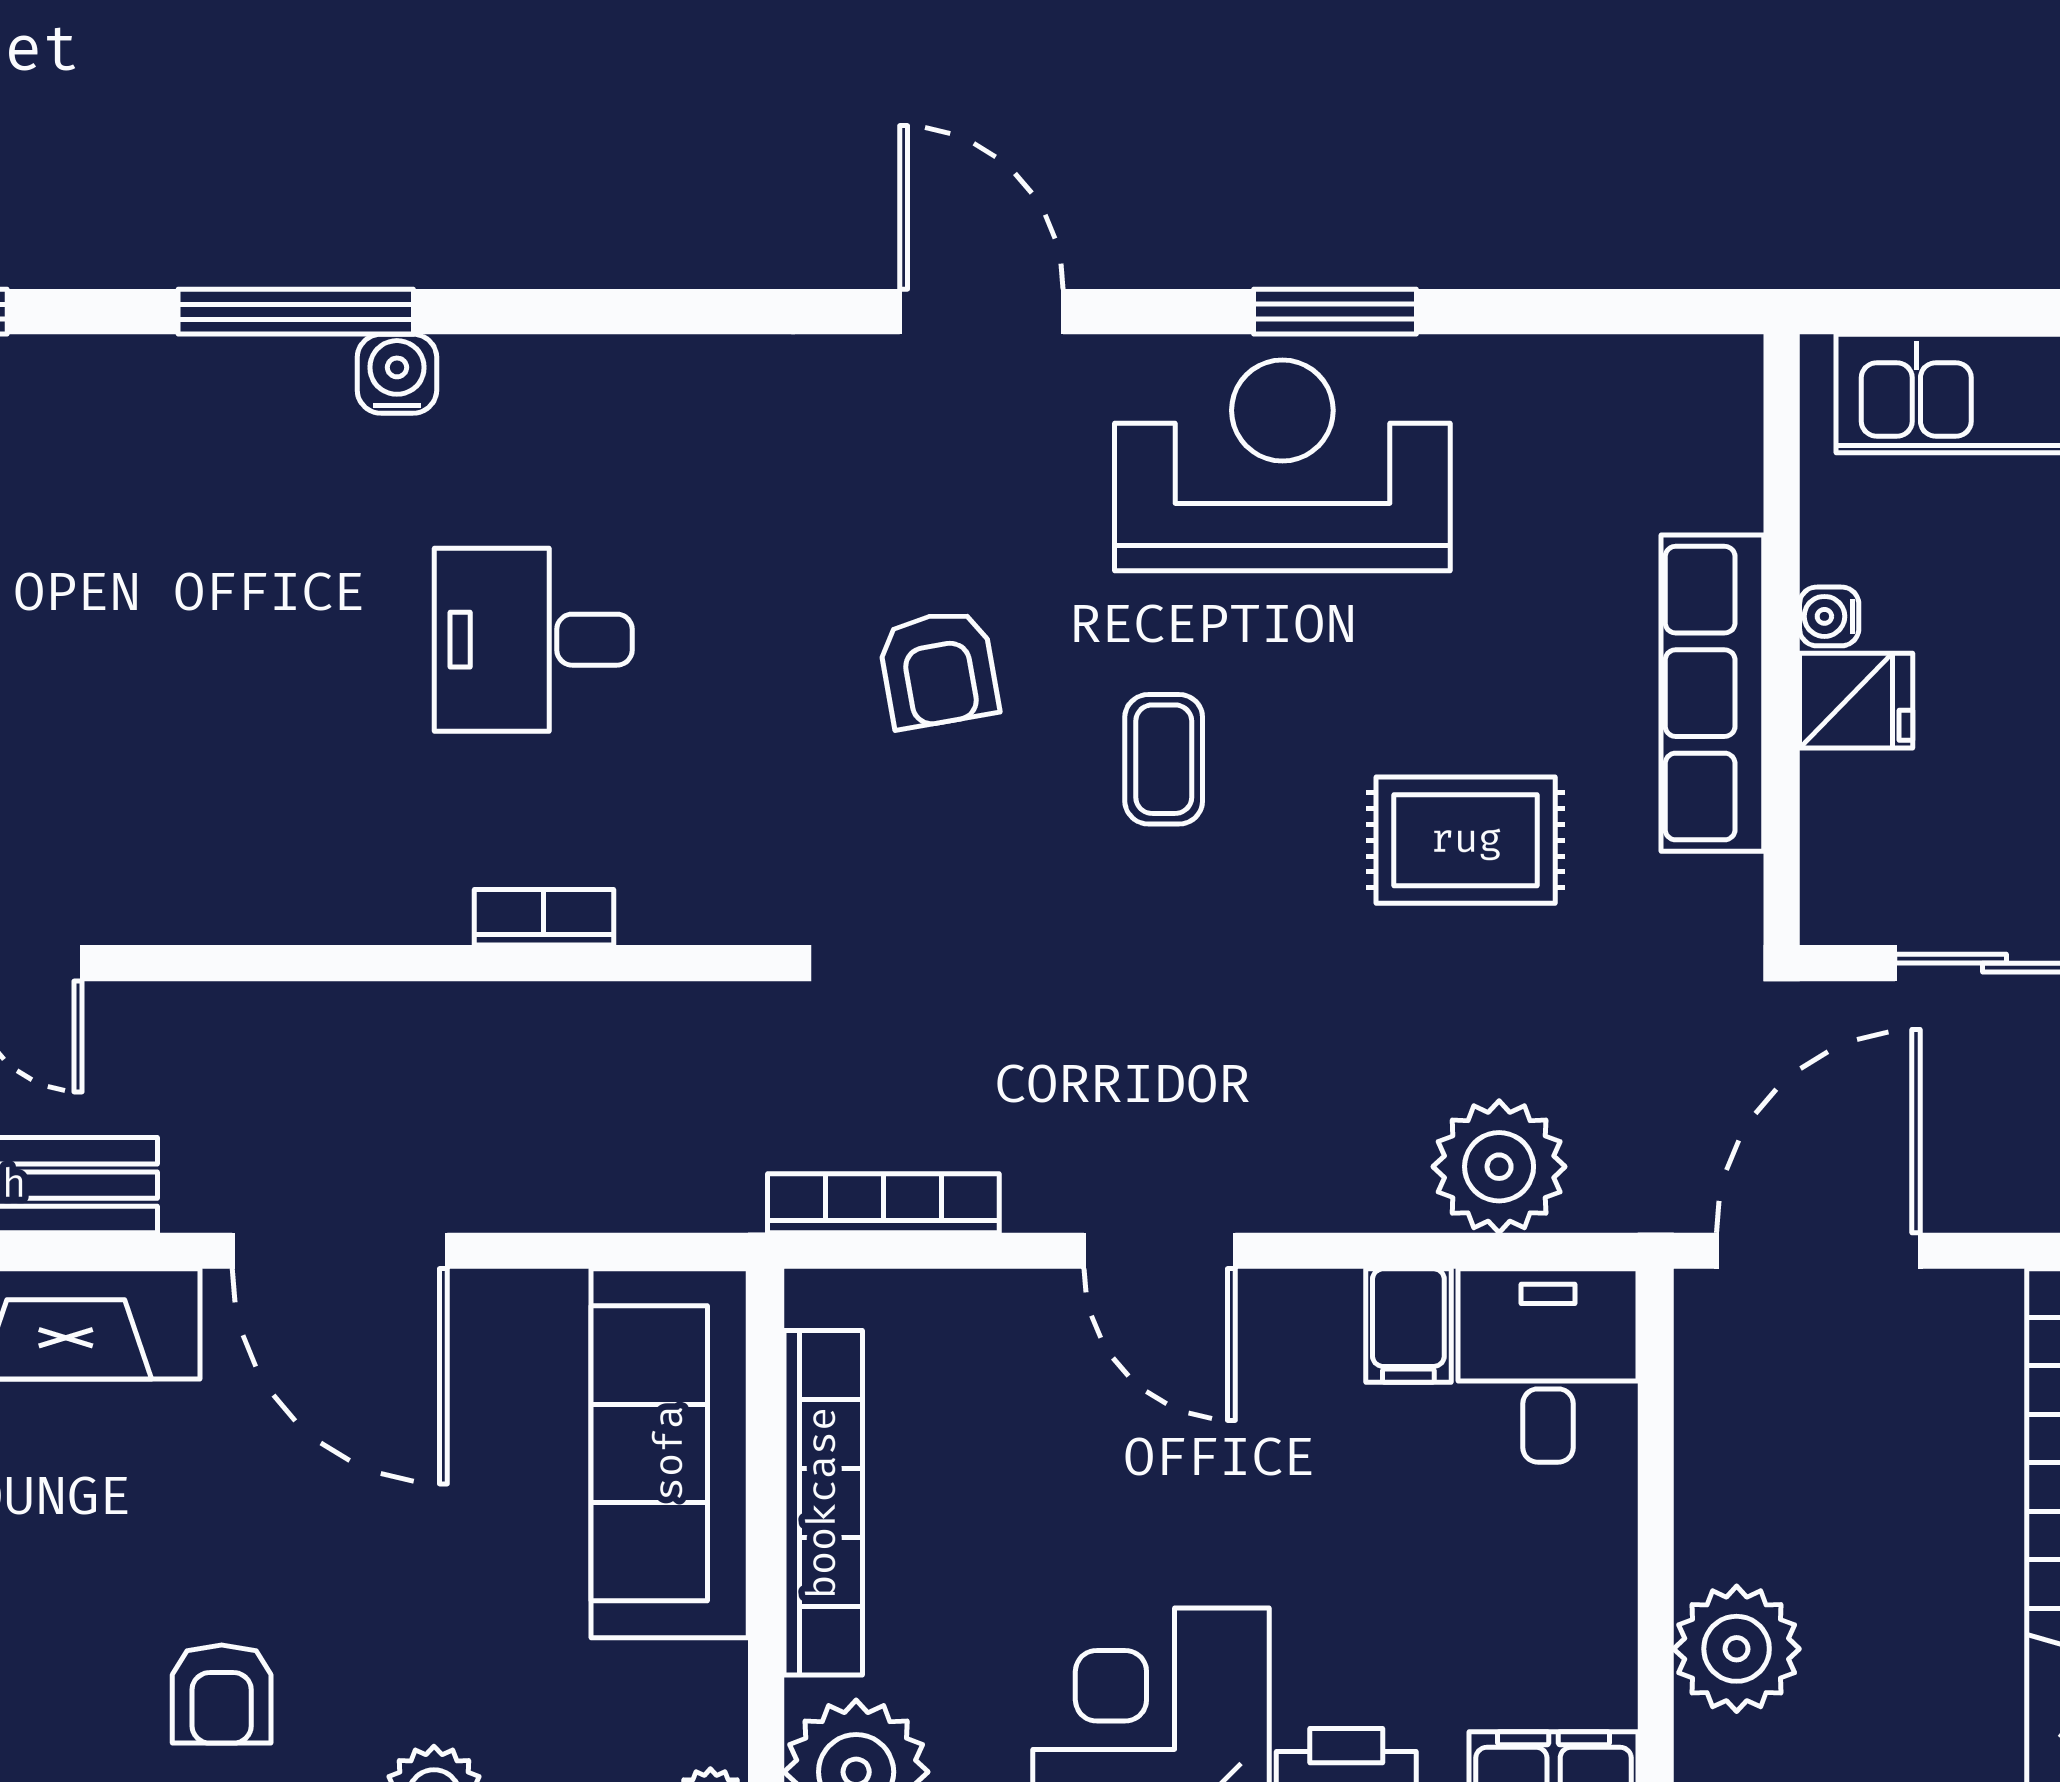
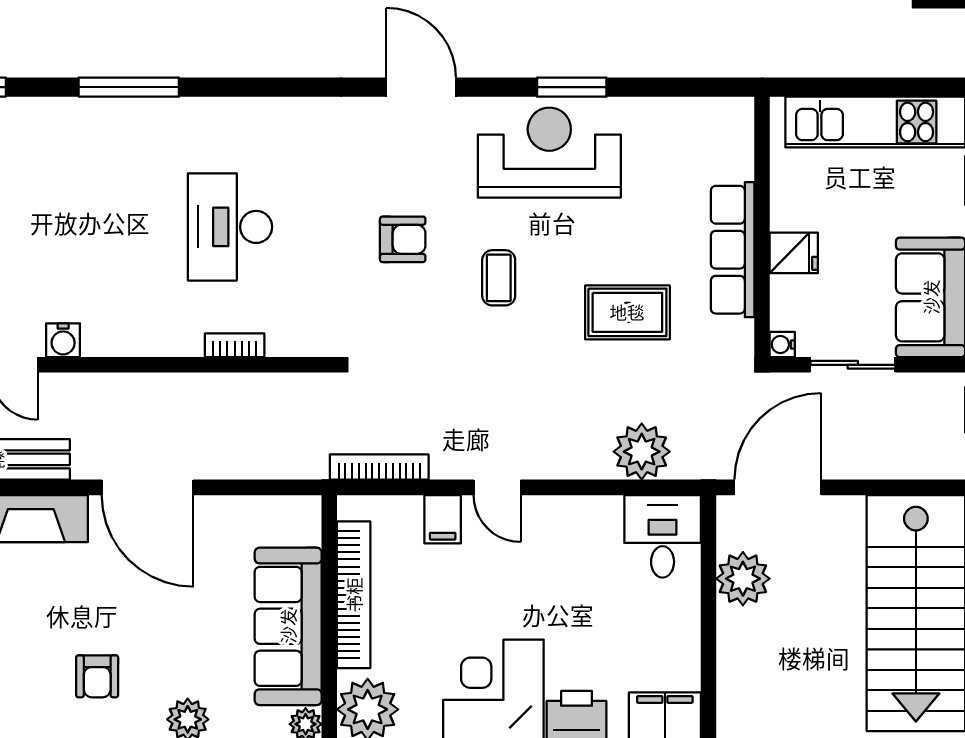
water cooler: (397, 374) -> (63, 340), moved, turned 180
water cooler: (1829, 616) -> (782, 345), moved
desk: (533, 640) -> (230, 227), width x1.37
armchair: (938, 669) -> (403, 239), turned -80
door: (1160, 1251) -> (497, 487), width x0.73
filing cabinet: (1408, 1326) -> (443, 519), moved
sofa: (670, 1453) -> (288, 626), moved
plant: (1737, 1649) -> (743, 579), moved

